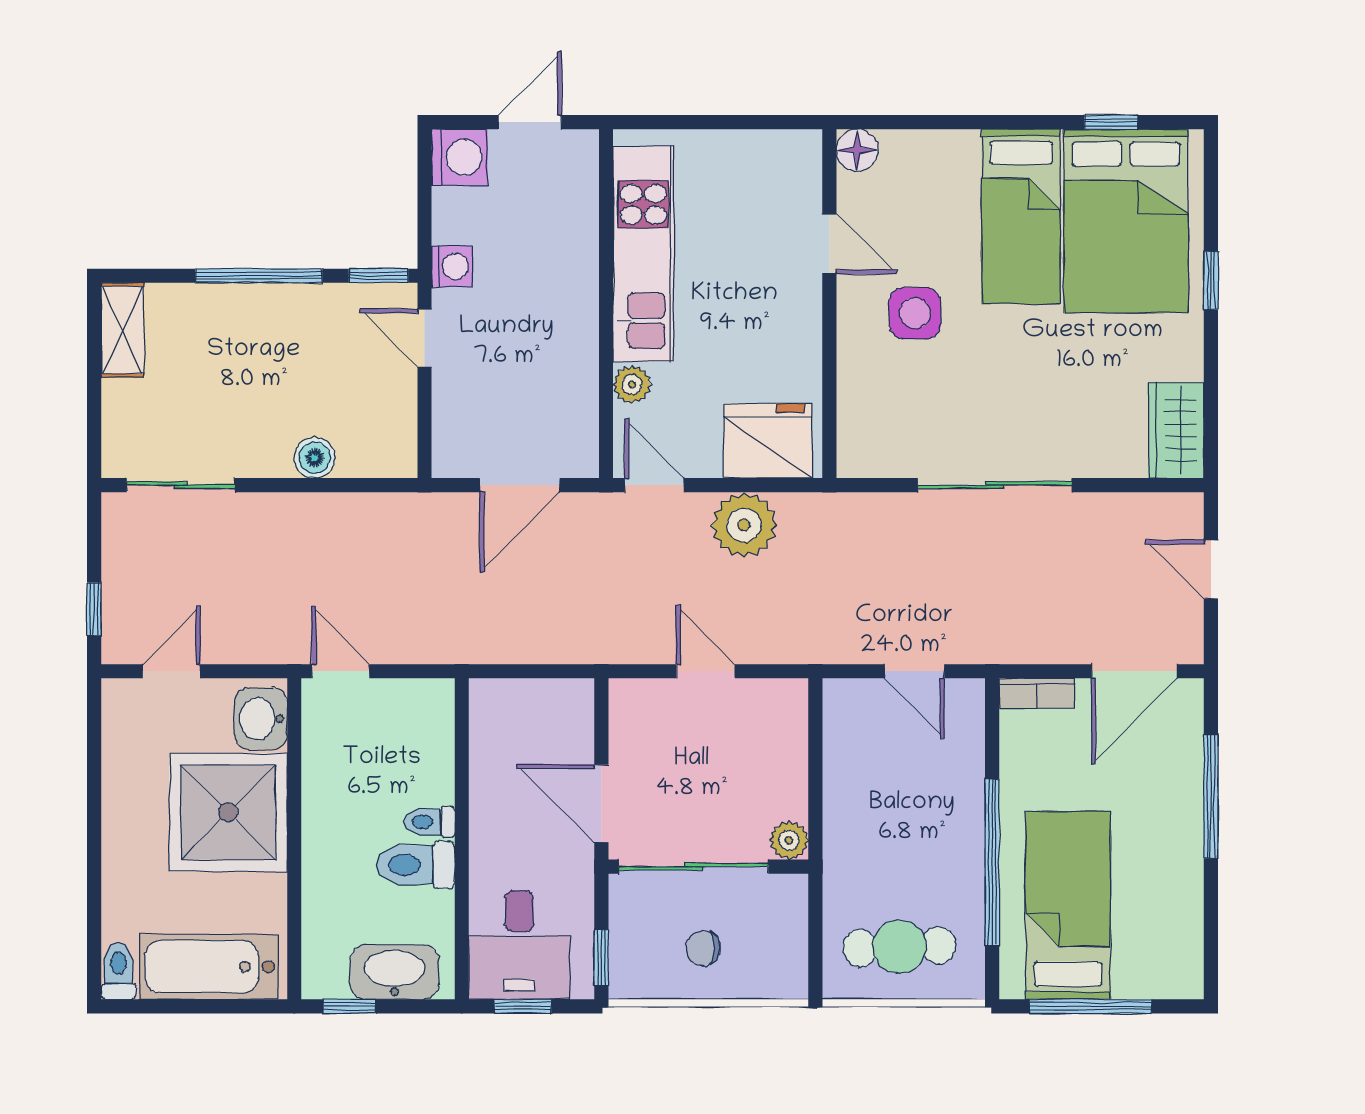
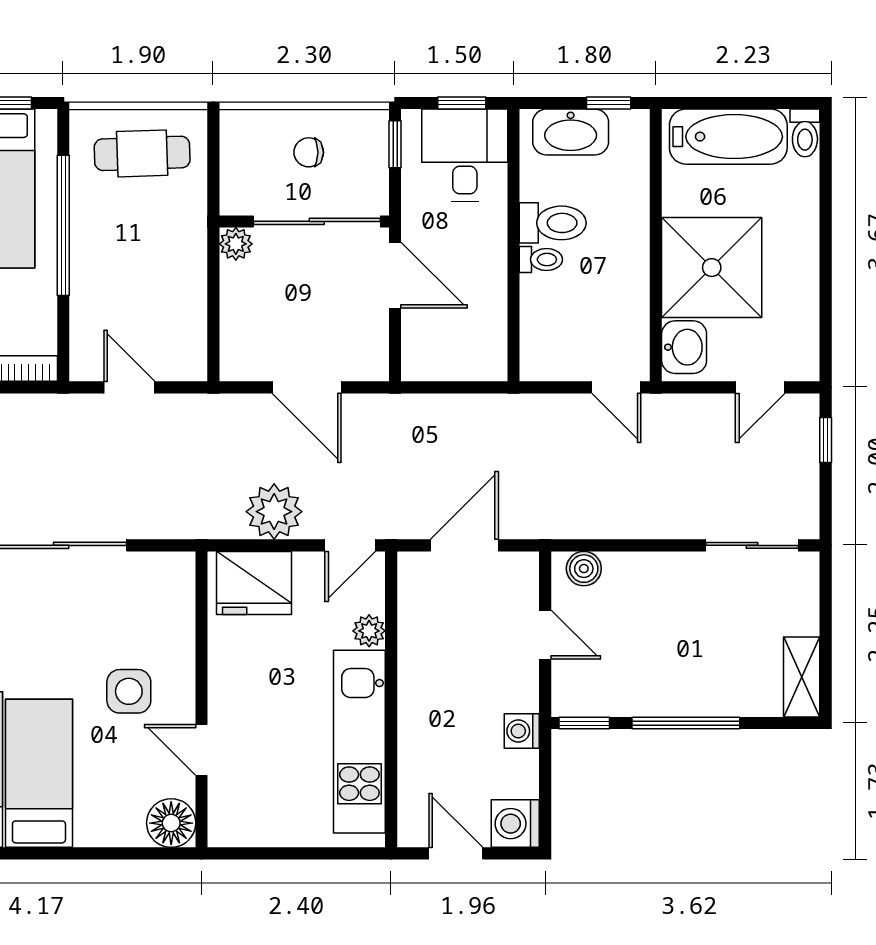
door: (530, 122) -> (456, 853), swing flipped
floor lamp: (857, 150) -> (171, 823), width x1.38, depth x1.38
door: (425, 338) -> (545, 635), moved
boiler: (315, 458) -> (584, 569), moved
door: (654, 485) -> (350, 545), hinge flipped
door: (706, 671) -> (307, 387), width x1.38
chair: (703, 948) -> (309, 152), turned 180

